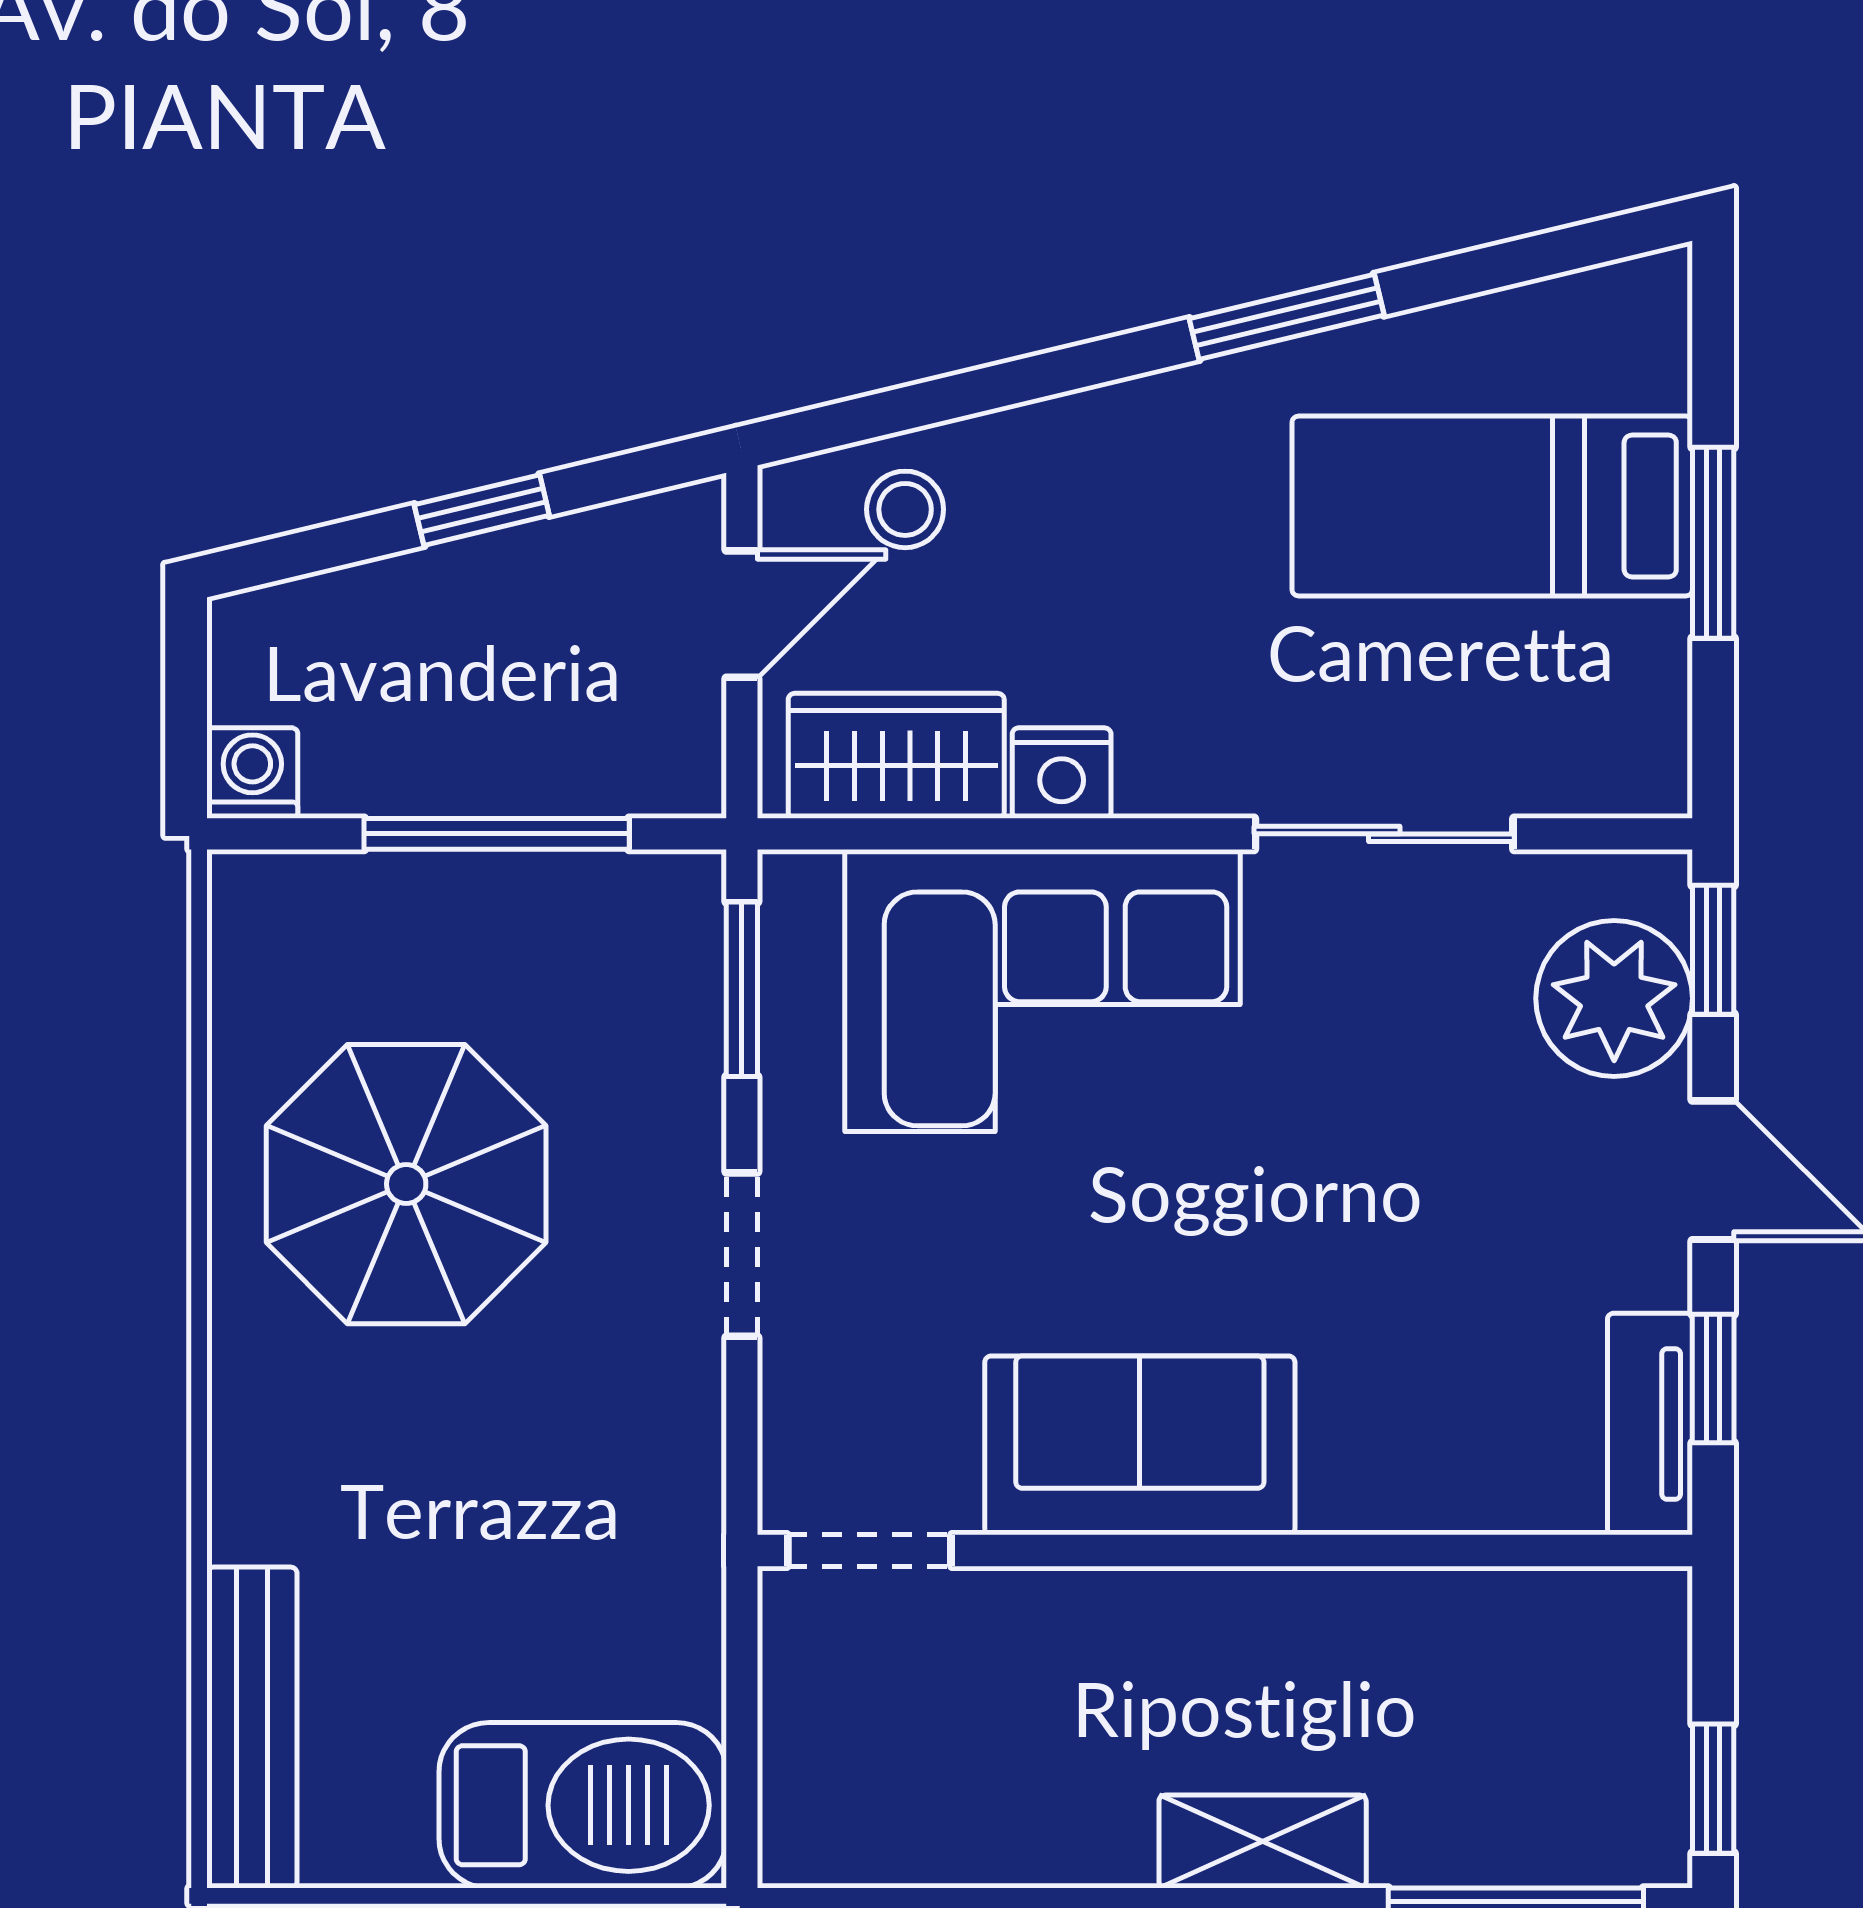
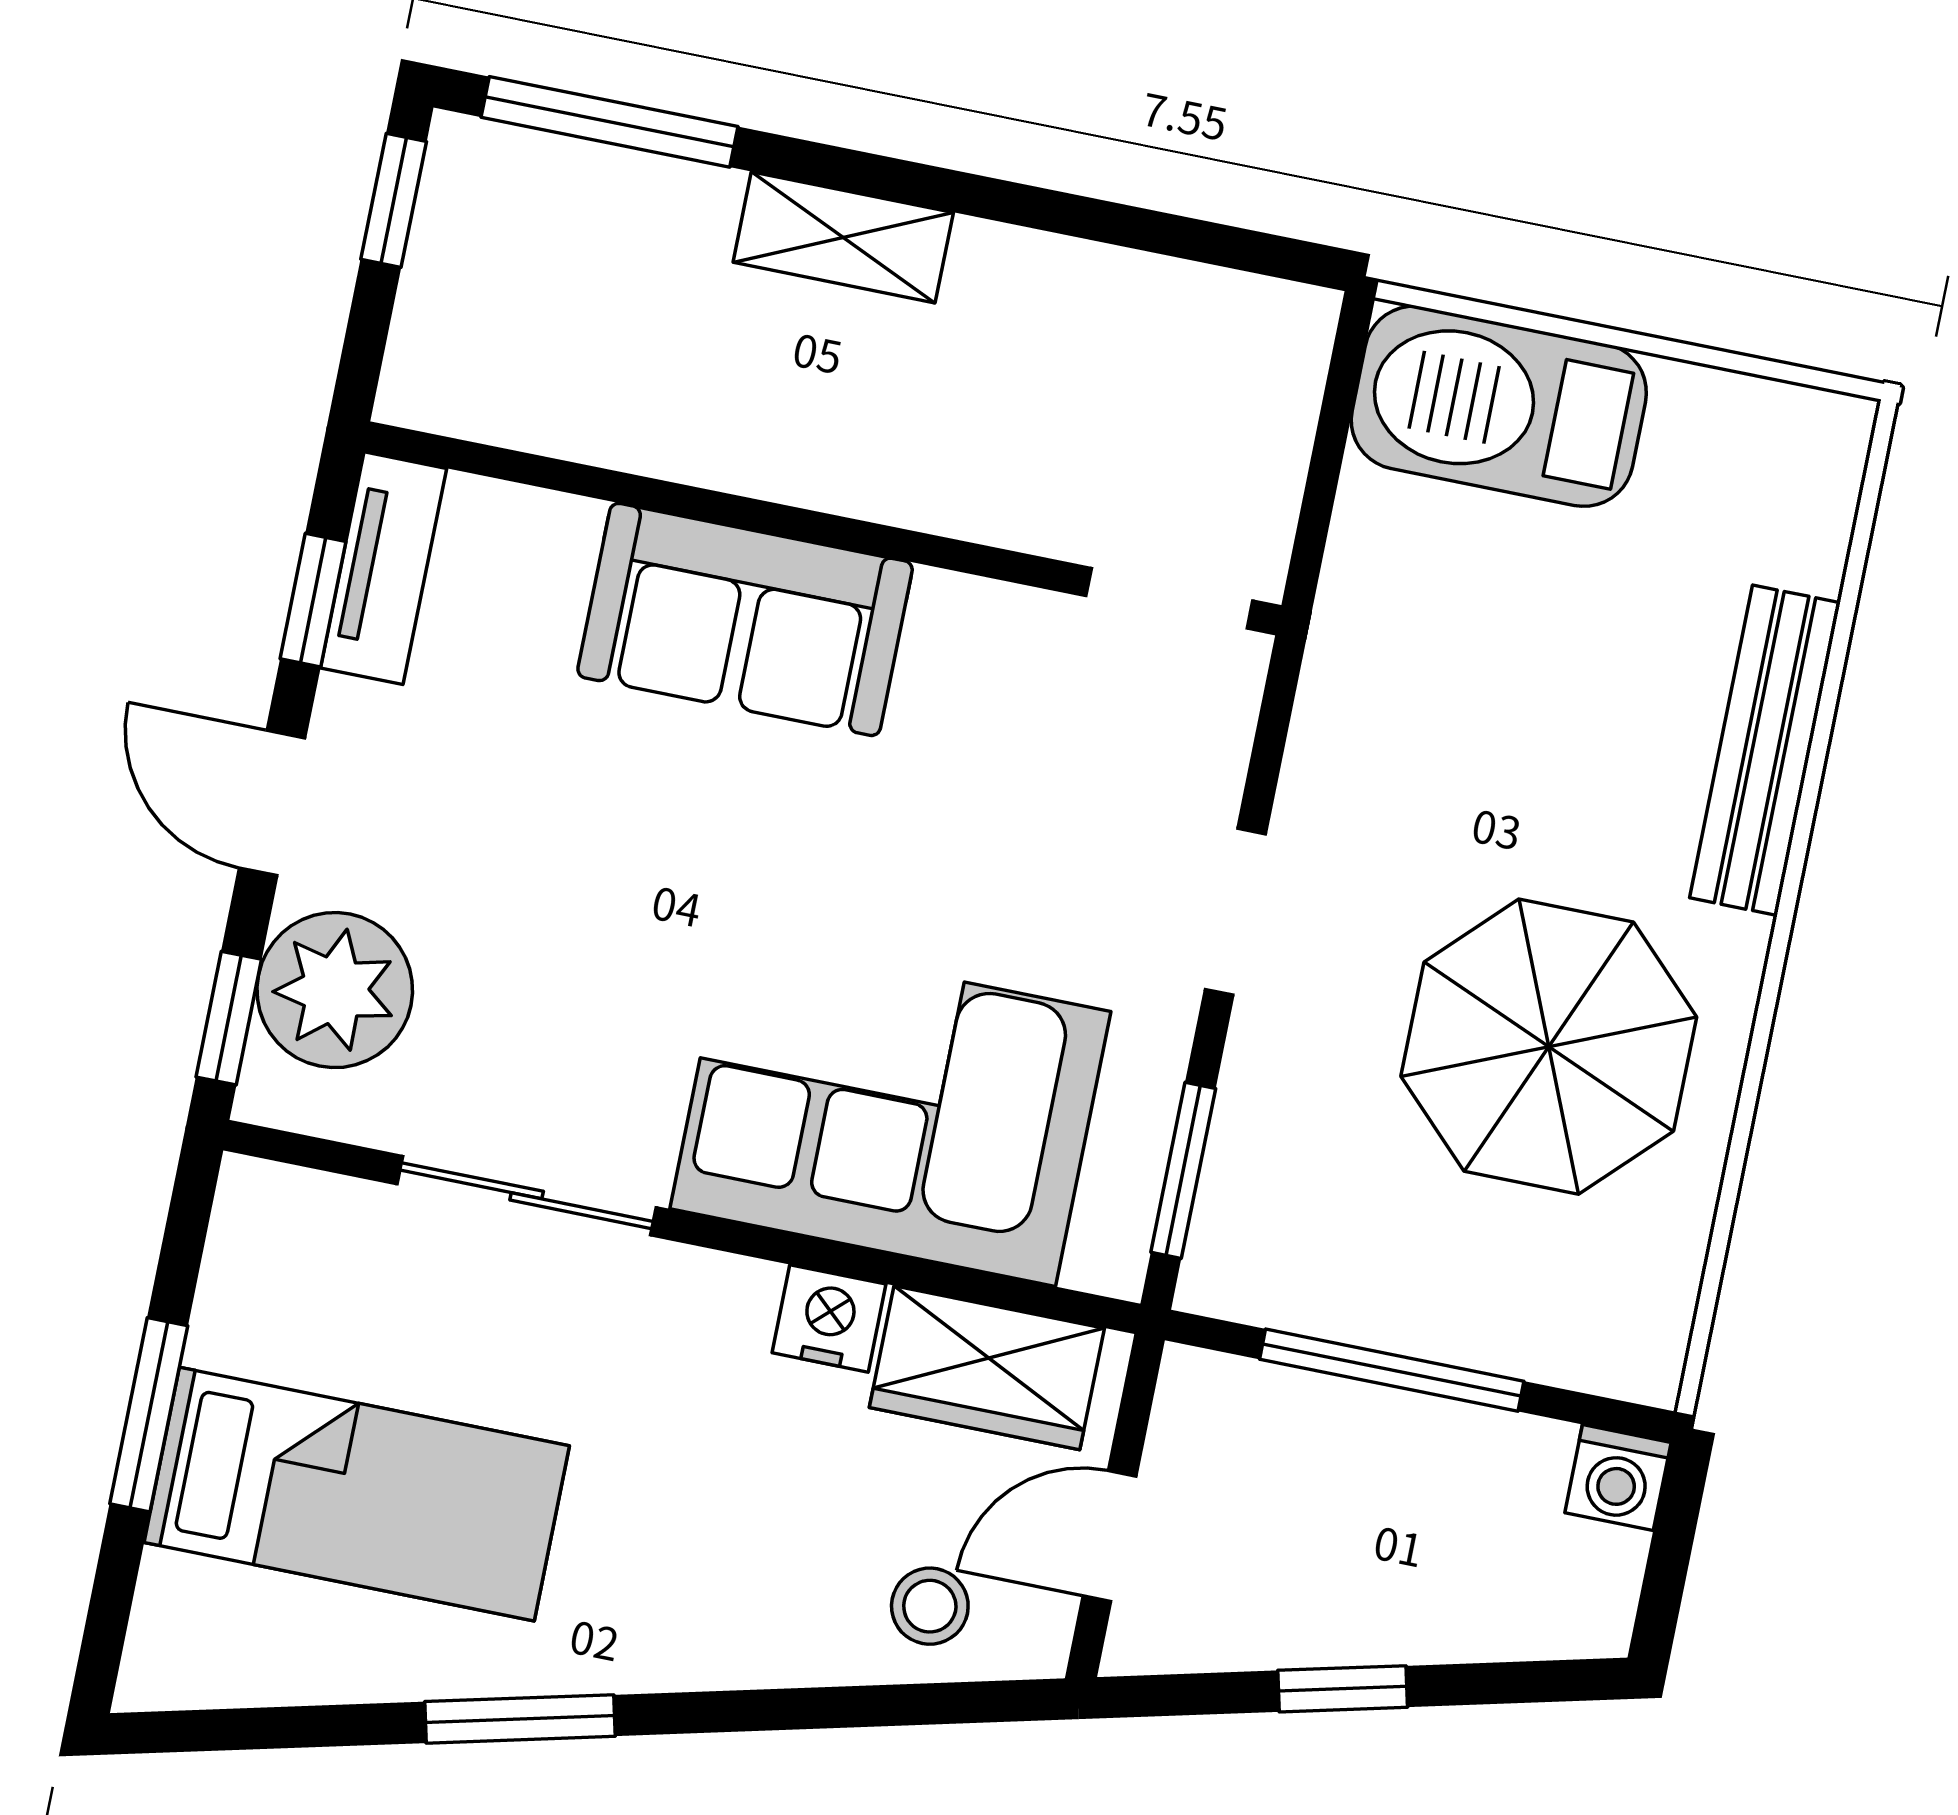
sofa: (1140, 1445) -> (745, 619), moved
bench: (252, 1728) -> (1765, 750), moved

